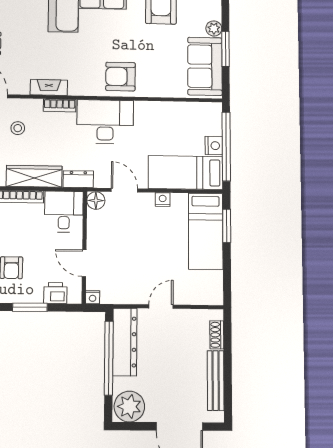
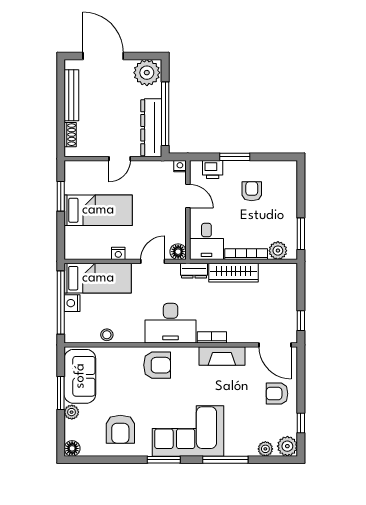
fireplace: (49, 87) -> (222, 356), width x1.37, depth x1.32
stool: (18, 128) -> (107, 335), moved
door: (124, 190) -> (153, 261), swing flipped
window: (227, 226) -> (61, 196), moved
bed: (206, 231) -> (98, 210), moved, turned 90

